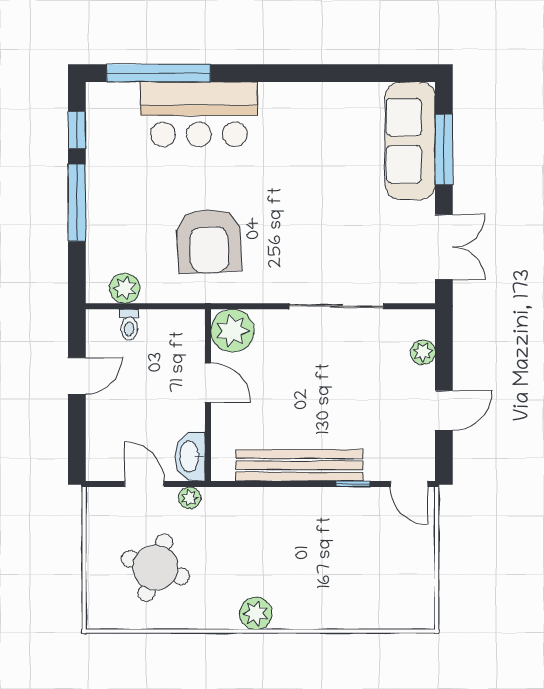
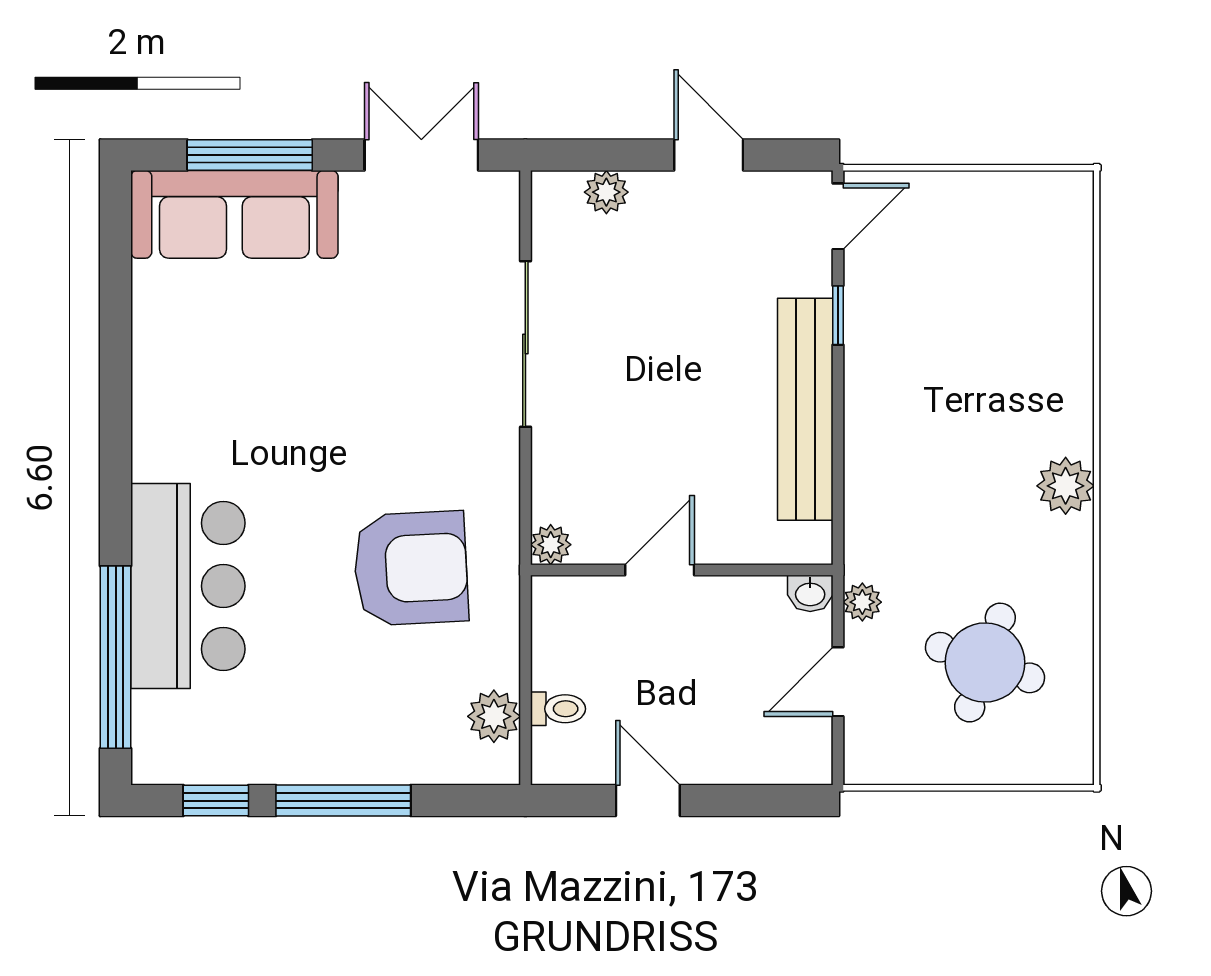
plant: (232, 331) -> (551, 545), width x0.53, depth x0.53
washbasin: (190, 456) -> (810, 593), width x0.52, depth x0.69

